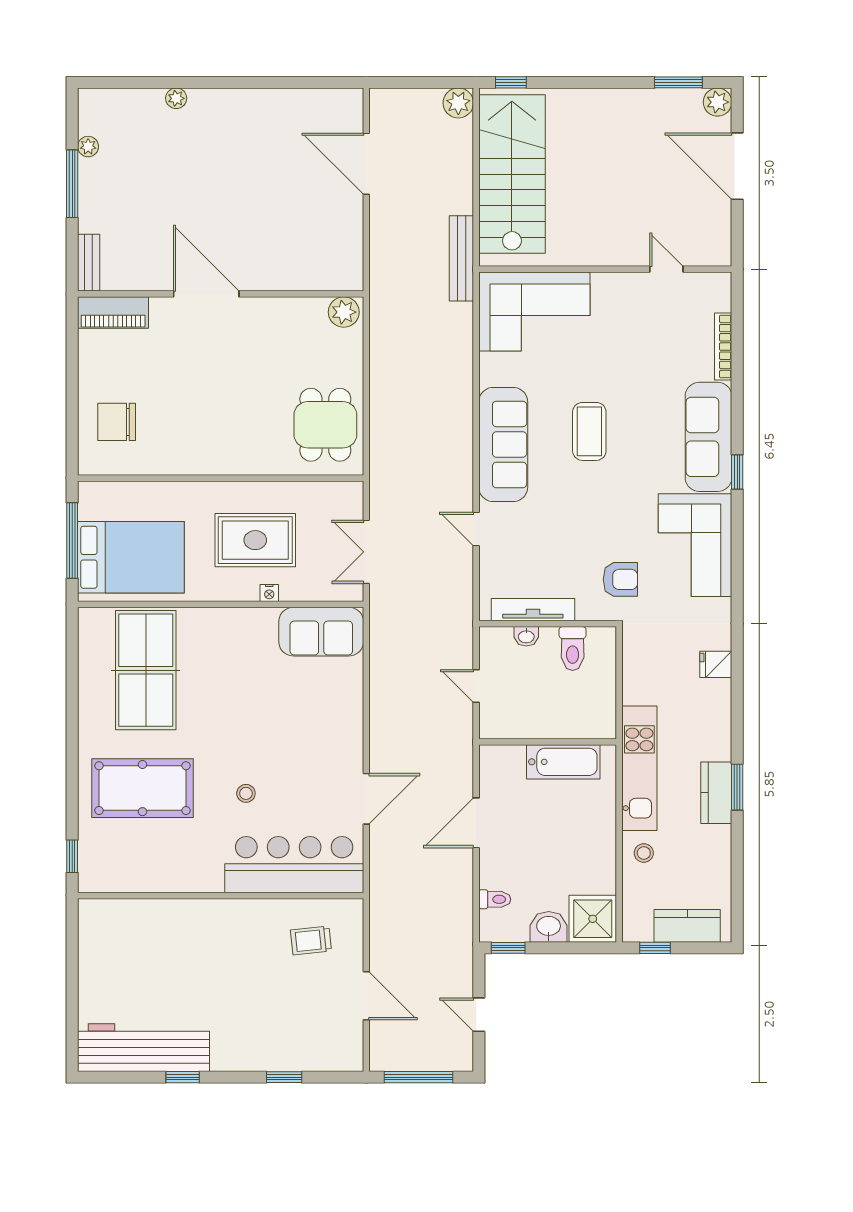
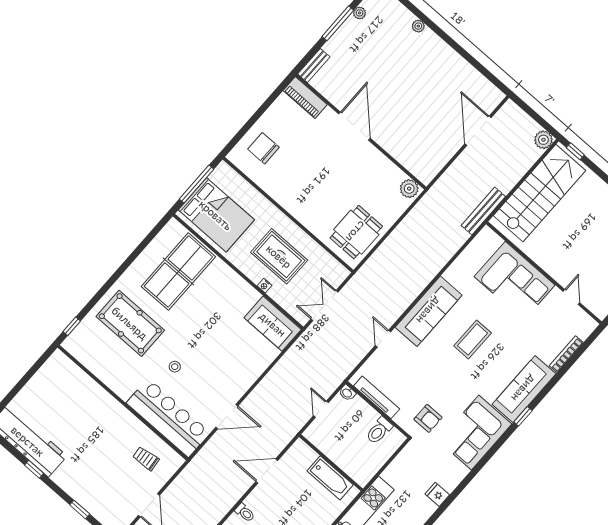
corner sofa: (534, 312) -> (515, 281), moved
washbasin: (526, 636) -> (347, 393), moved

